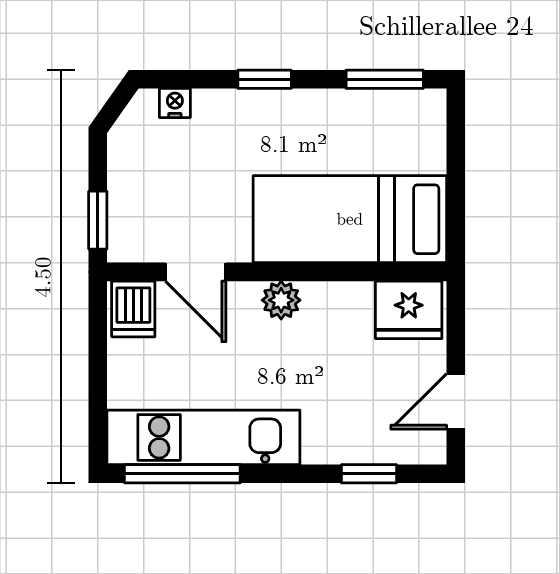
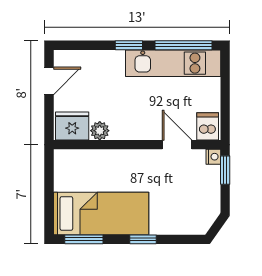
nightstand: (175, 103) -> (213, 157), moved, turned -90
bed: (350, 219) -> (101, 213), moved
plant: (281, 300) -> (100, 131), moved
window: (369, 474) -> (129, 45), moved

